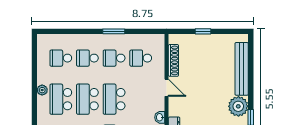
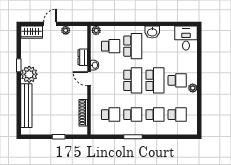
door: (167, 88) -> (89, 79), moved
school desk: (61, 99) -> (177, 80), width x0.54

